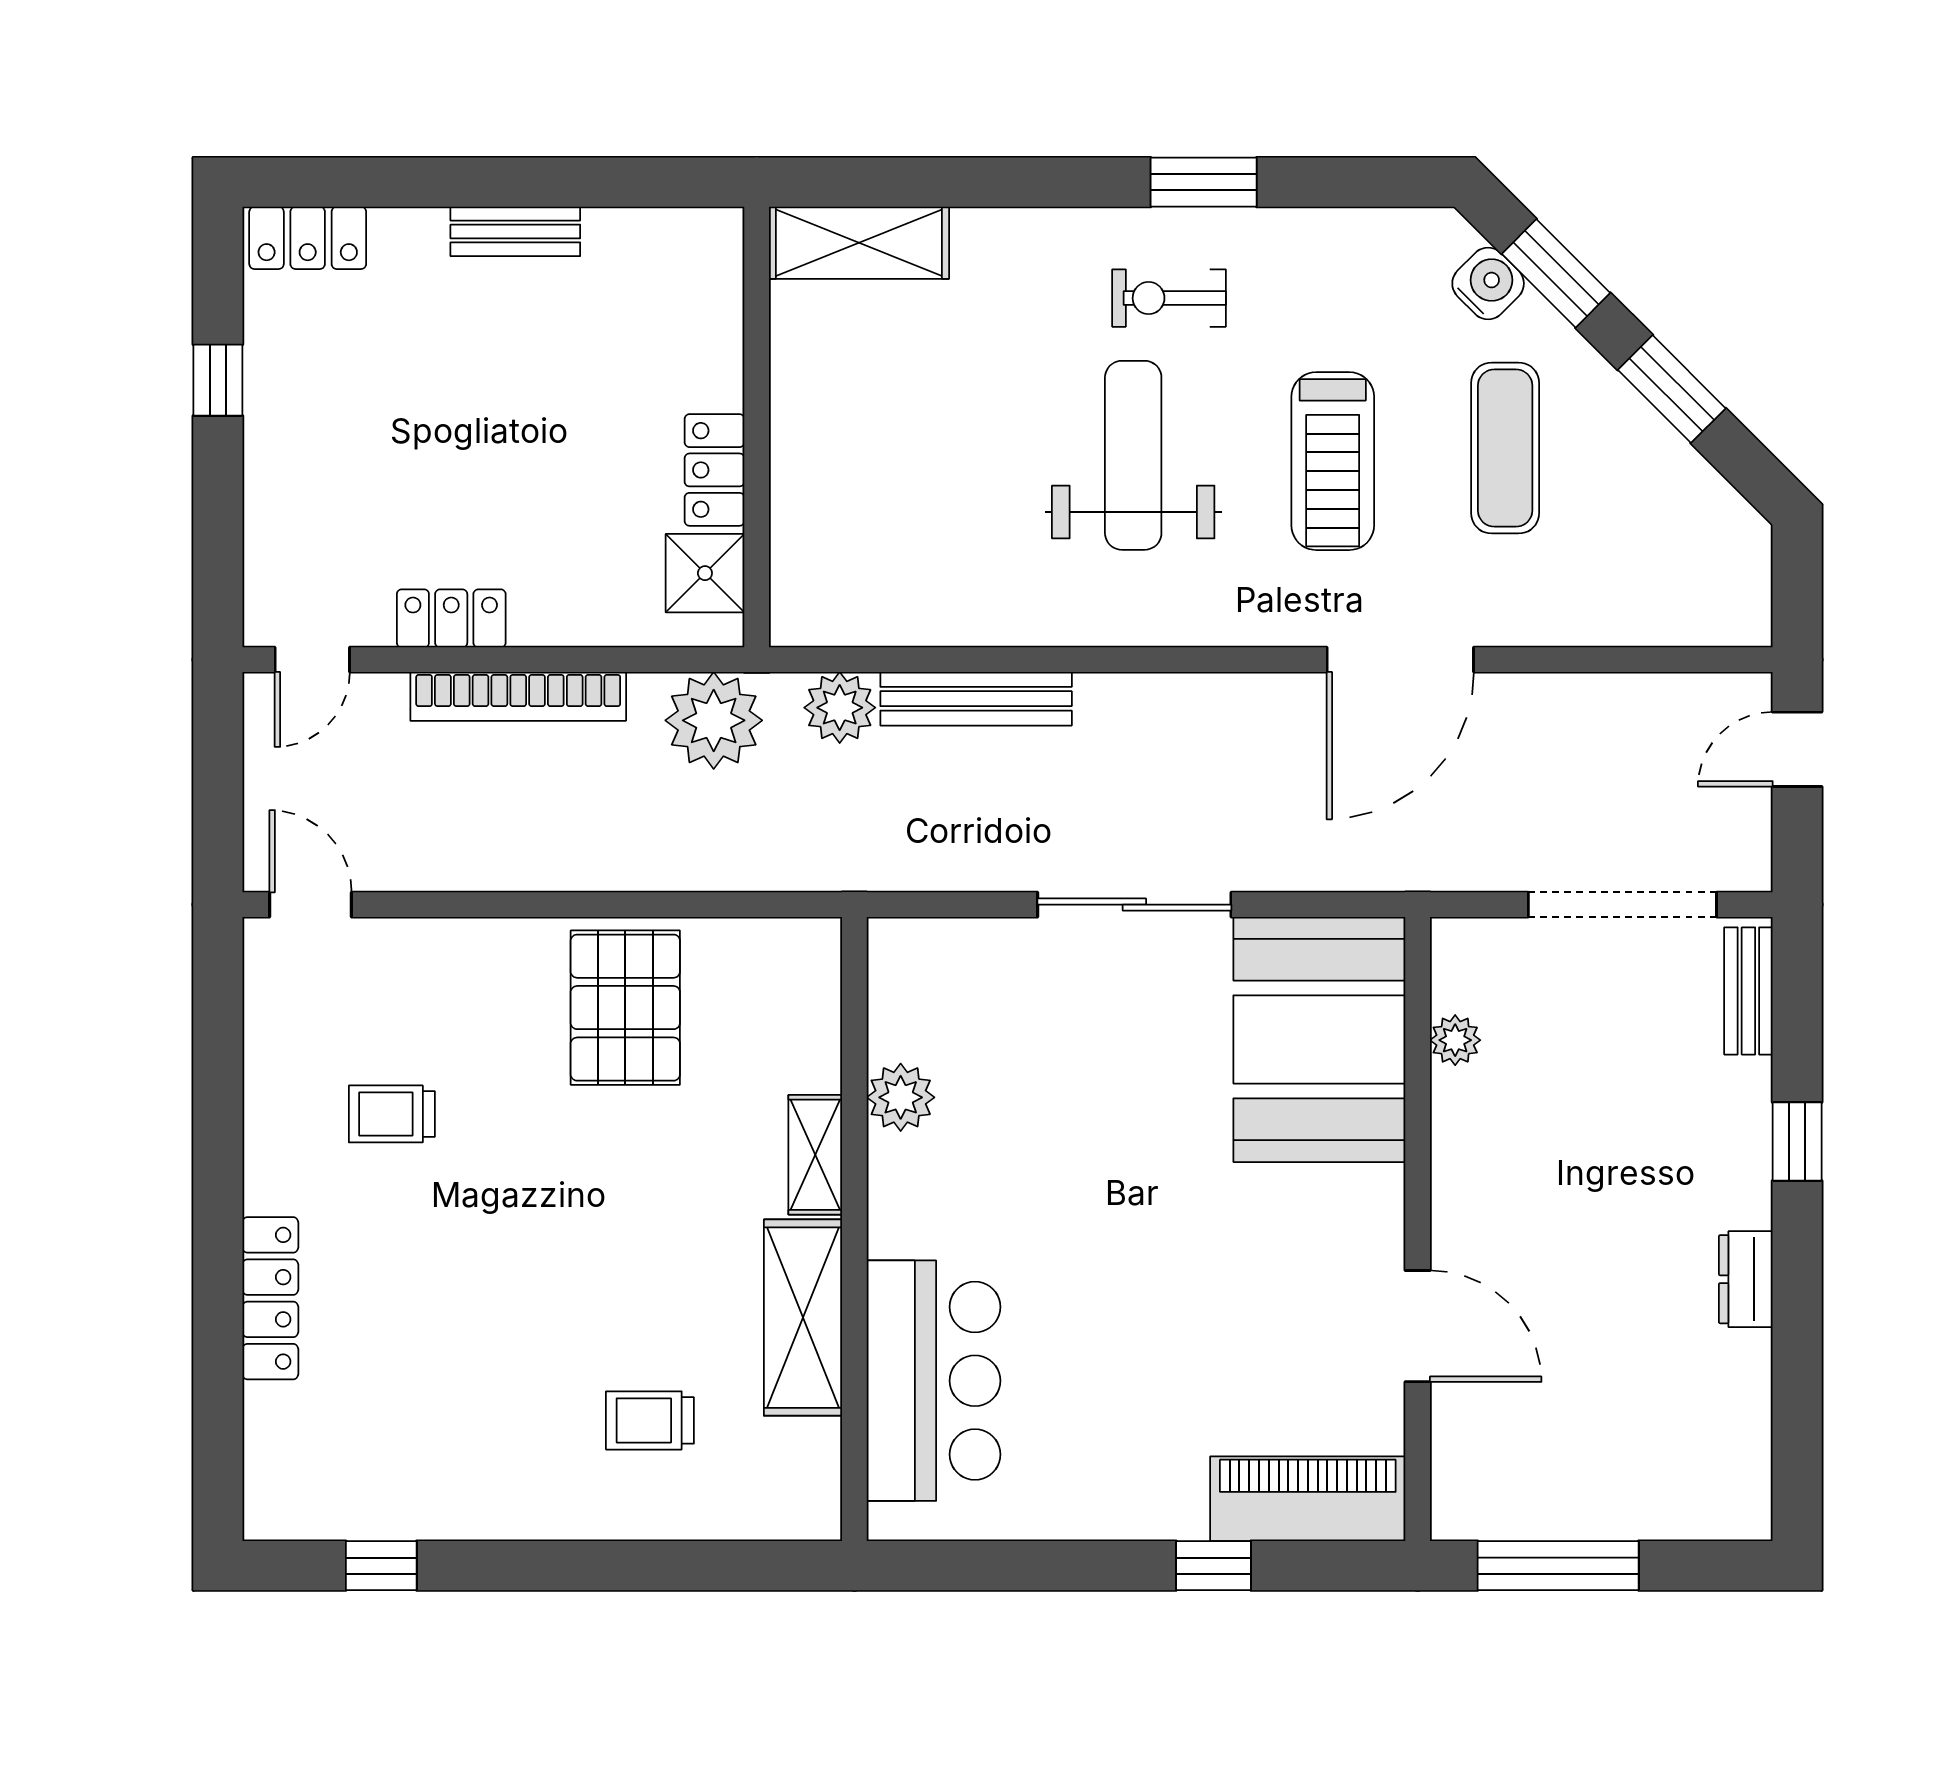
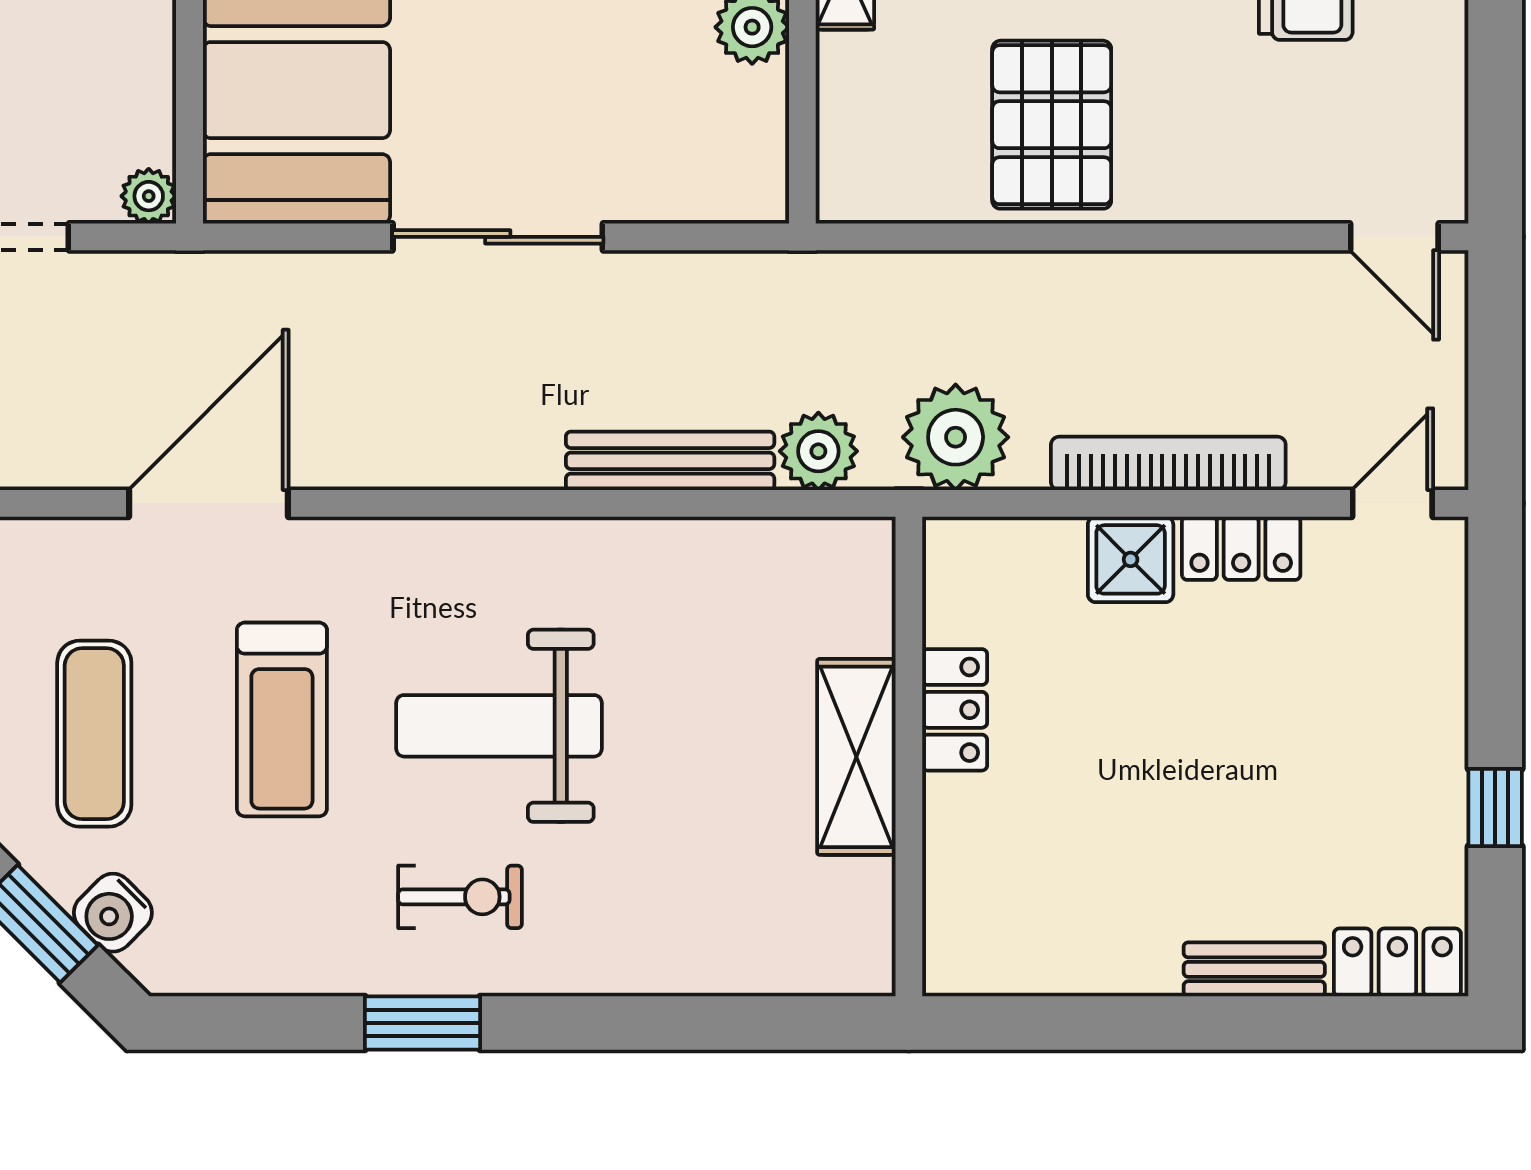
bench: (515, 231) -> (1254, 969), moved
shelving: (859, 243) -> (856, 757), moved, turned 90
weight bench: (1133, 455) -> (499, 726), turned 90
treadmill: (1333, 461) -> (282, 719), turned 180
shower: (705, 573) -> (1131, 559), moved
plant: (1455, 1040) -> (149, 196), moved

